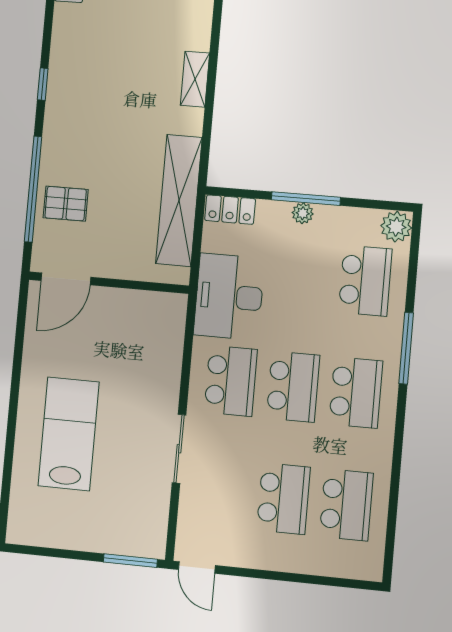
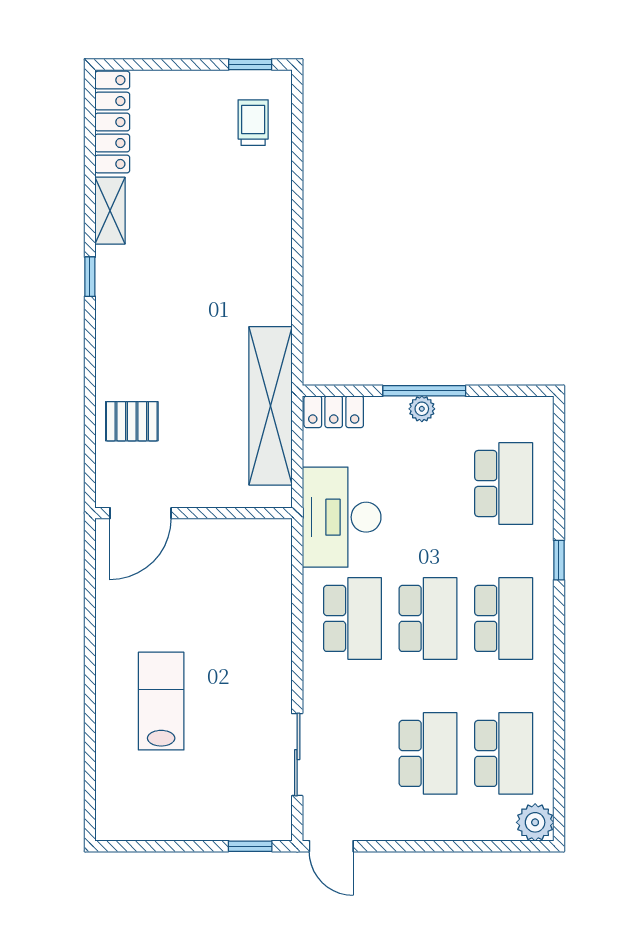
shelving: (195, 79) -> (110, 211), moved
window: (33, 189) -> (90, 407), removed
plant: (396, 227) -> (535, 822), moved
window: (406, 348) -> (559, 560), width x0.46
lab bench: (69, 434) -> (161, 701), width x0.73, depth x0.72
sliding door: (179, 449) -> (297, 755), moved
window: (130, 561) -> (250, 846), width x0.67

